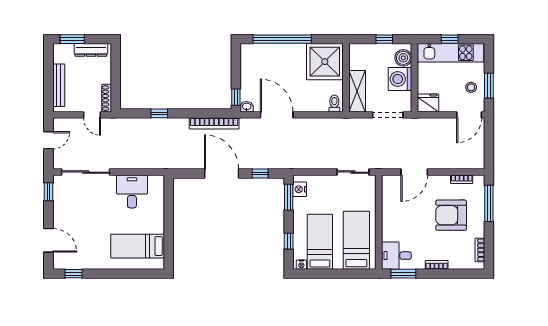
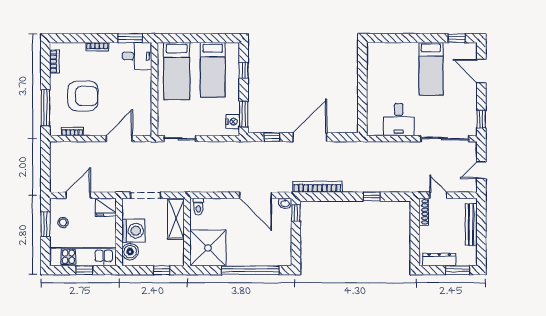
window: (384, 39) -> (162, 270), moved
door: (469, 115) -> (78, 195), moved
door: (222, 173) -> (310, 137), swing flipped
bed: (138, 246) -> (431, 69), moved, turned 90
nightstand: (301, 265) -> (231, 47), removed

